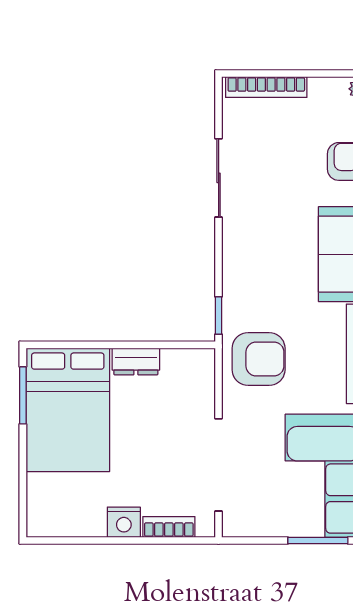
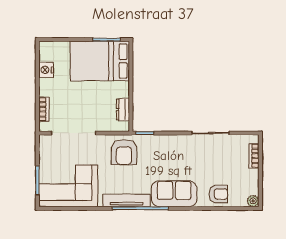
bookcase: (266, 87) -> (254, 156), width x0.64
dresser: (136, 361) -> (123, 110), moved
nightstand: (124, 522) -> (46, 70), moved

